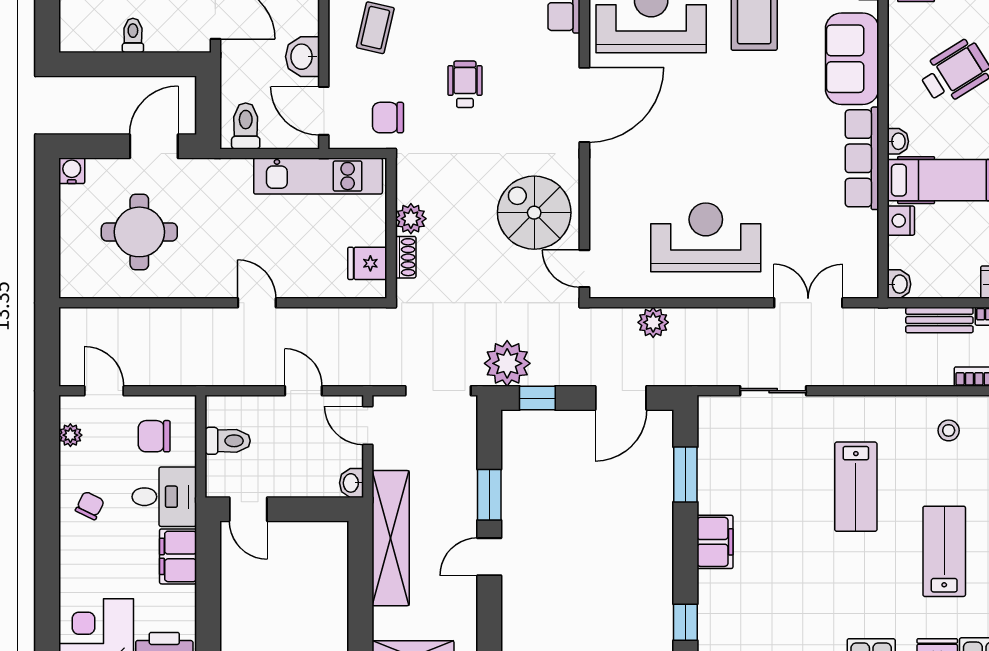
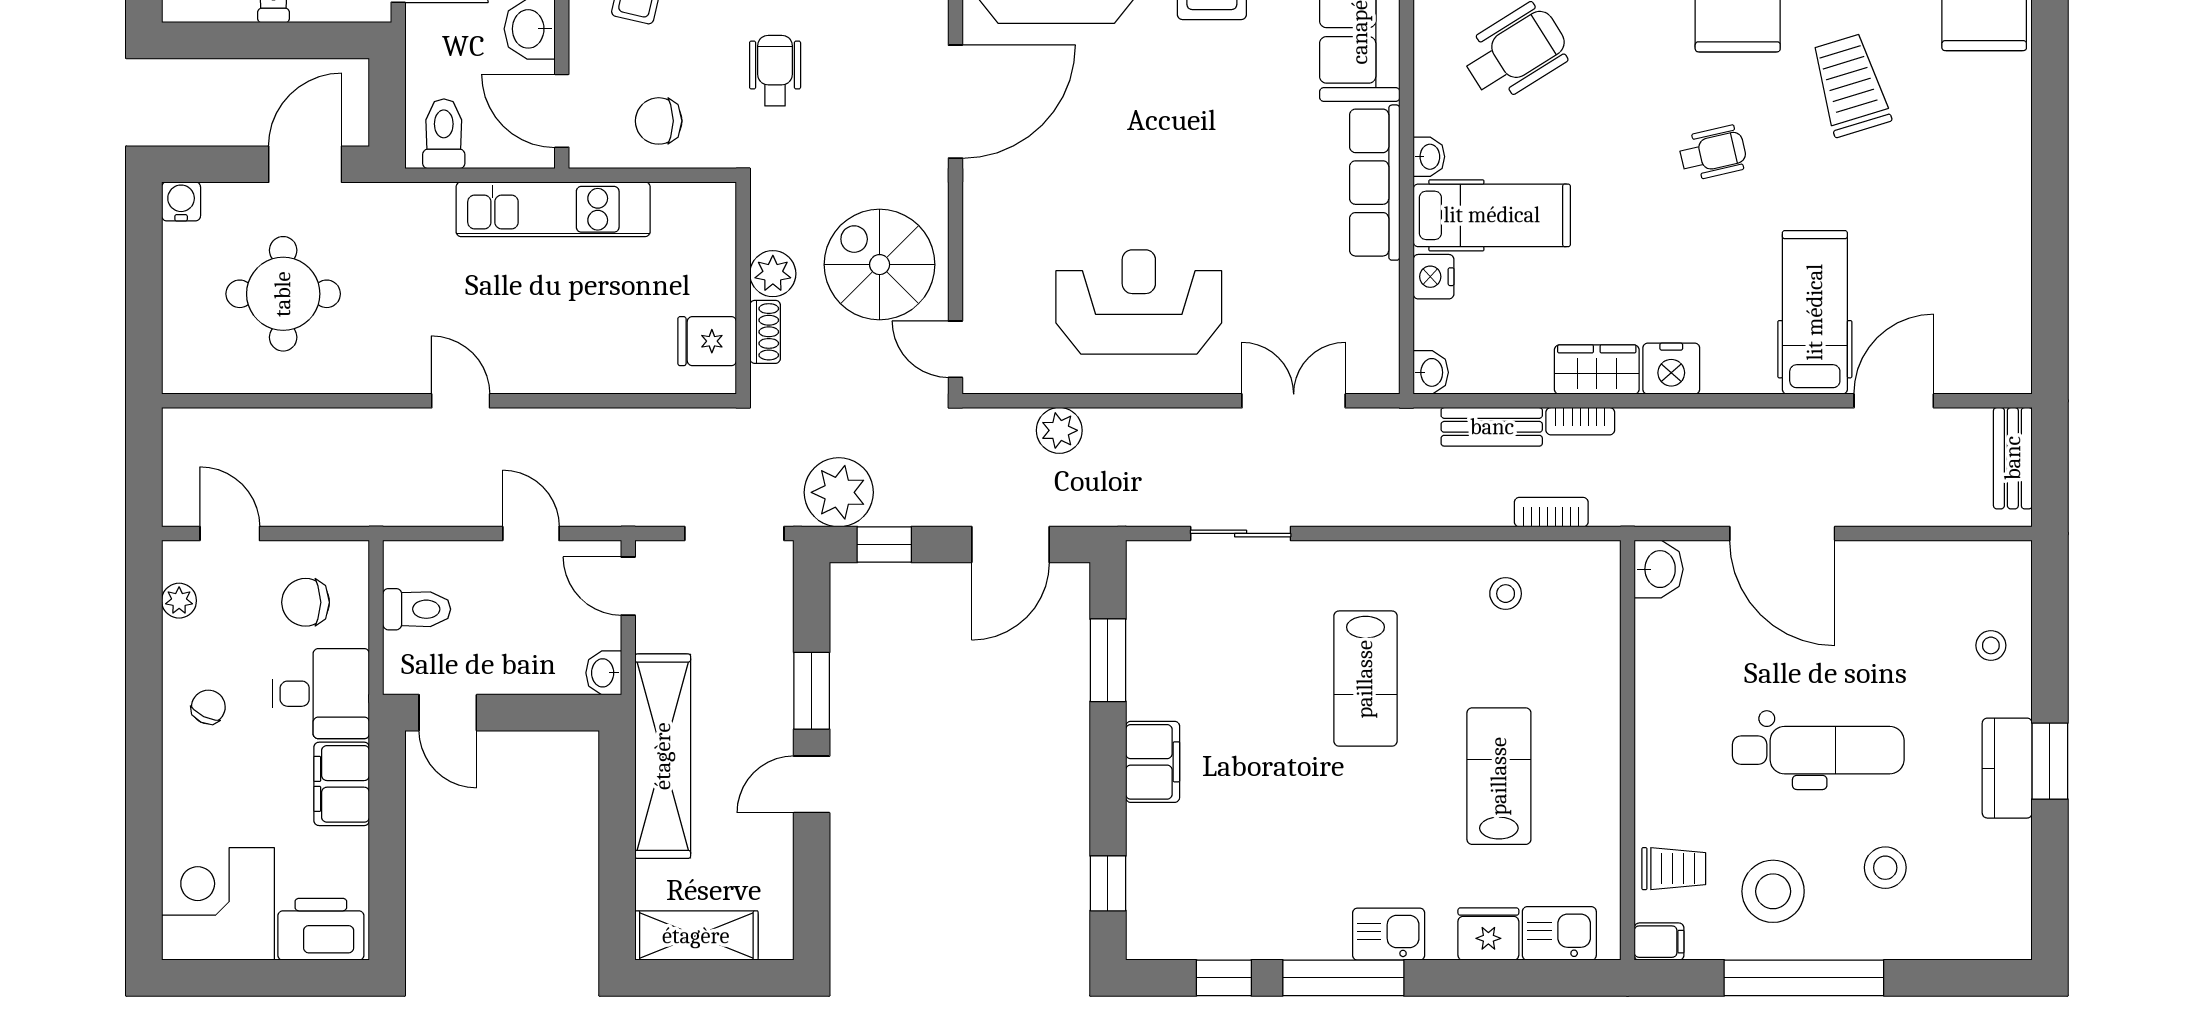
plant: (411, 219) -> (773, 274), moved
wall: (391, 228) -> (743, 288), moved
shoe rack: (406, 257) -> (765, 332), moved
fridge: (367, 263) -> (707, 341), moved

